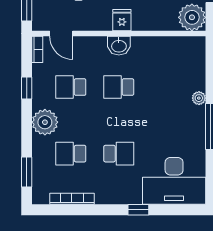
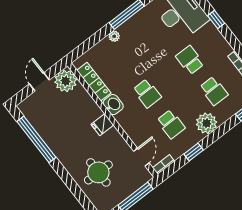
locker: (170, 44) -> (94, 82), added
washbasin: (119, 46) -> (113, 105), moved

